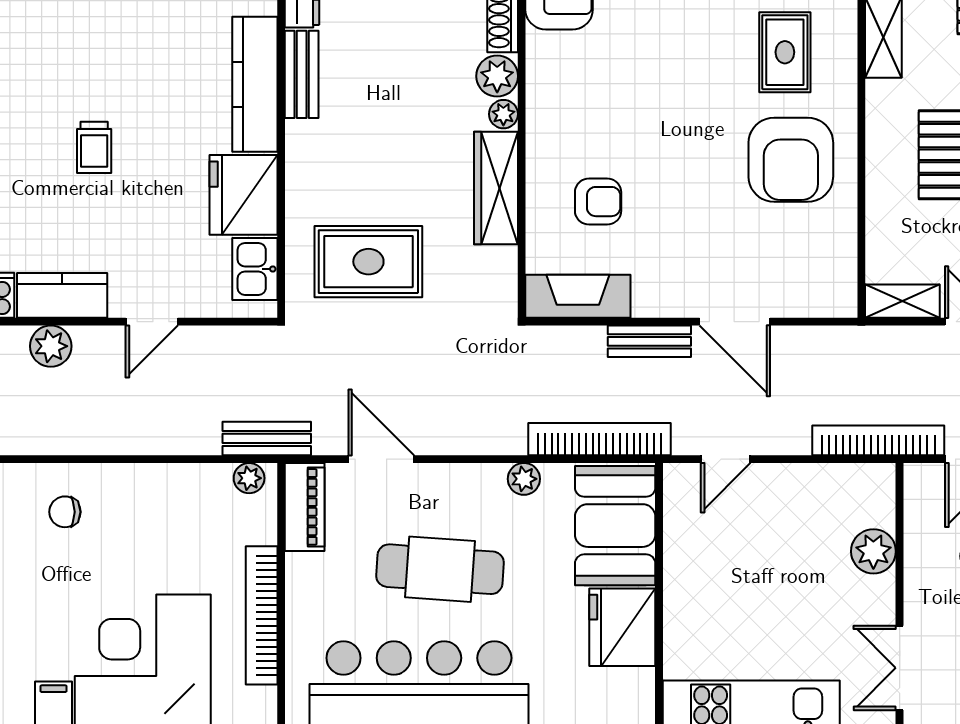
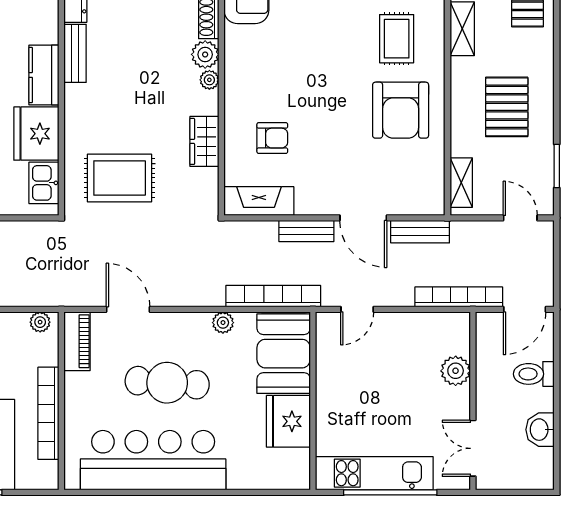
kitchen counter: (255, 84) -> (44, 75), width x0.67
wardrobe: (496, 188) -> (204, 141), width x0.67
shelving: (902, 301) -> (461, 183), moved, turned 90
bench: (267, 438) -> (420, 232), moved

